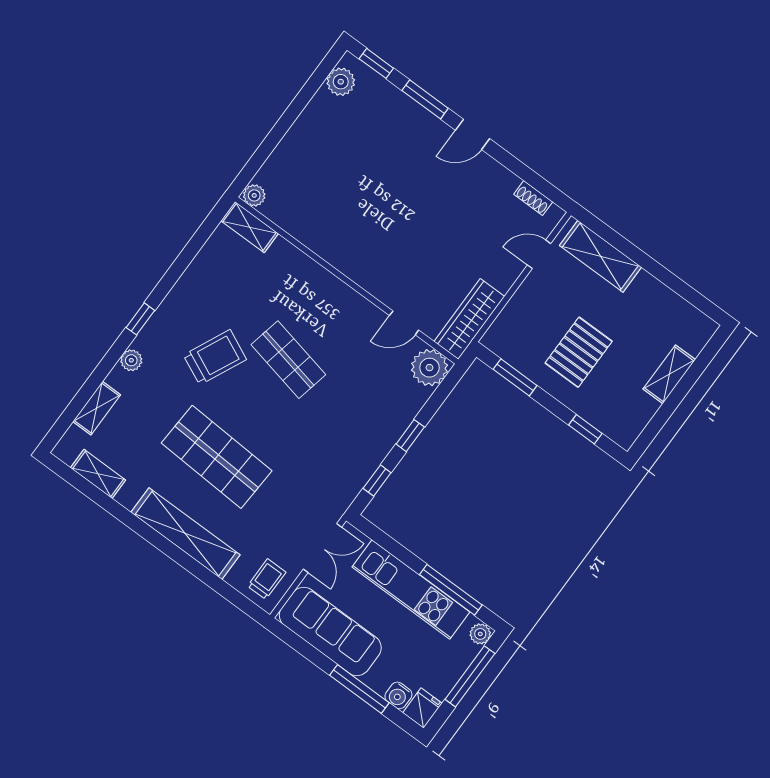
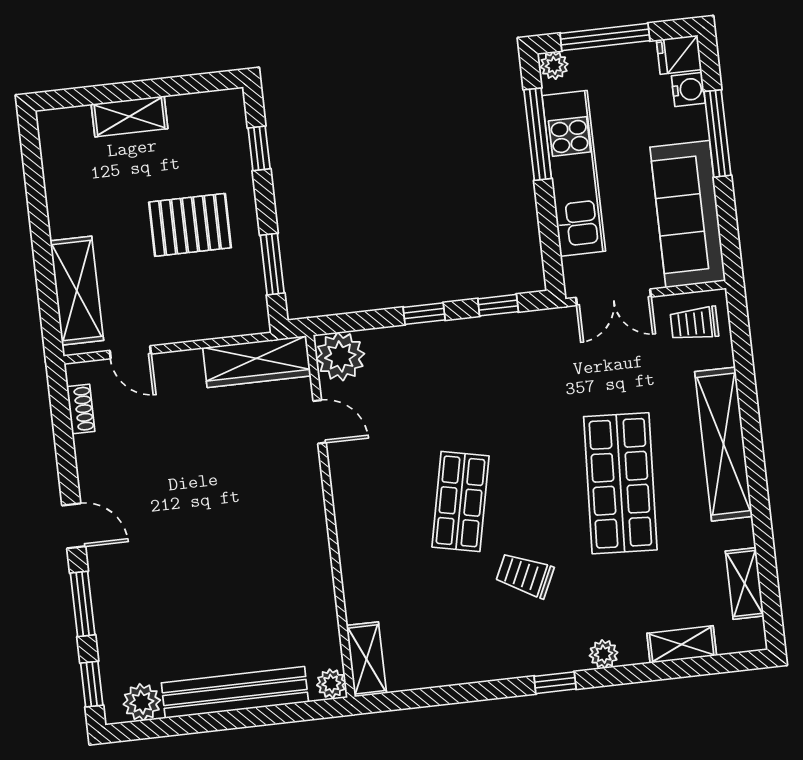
bench: (299, 138) -> (235, 692), added
trolley: (215, 357) -> (525, 575), width x0.73, depth x0.72
double door: (322, 548) -> (613, 297), swing flipped

